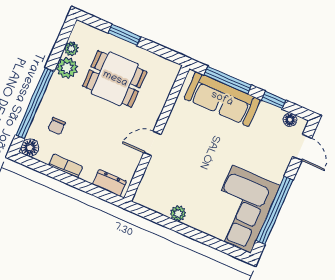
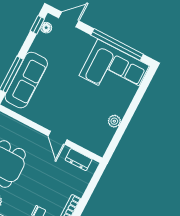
window: (274, 100) -> (37, 25), moved
dresser: (110, 183) -> (79, 160), moved, turned -90

